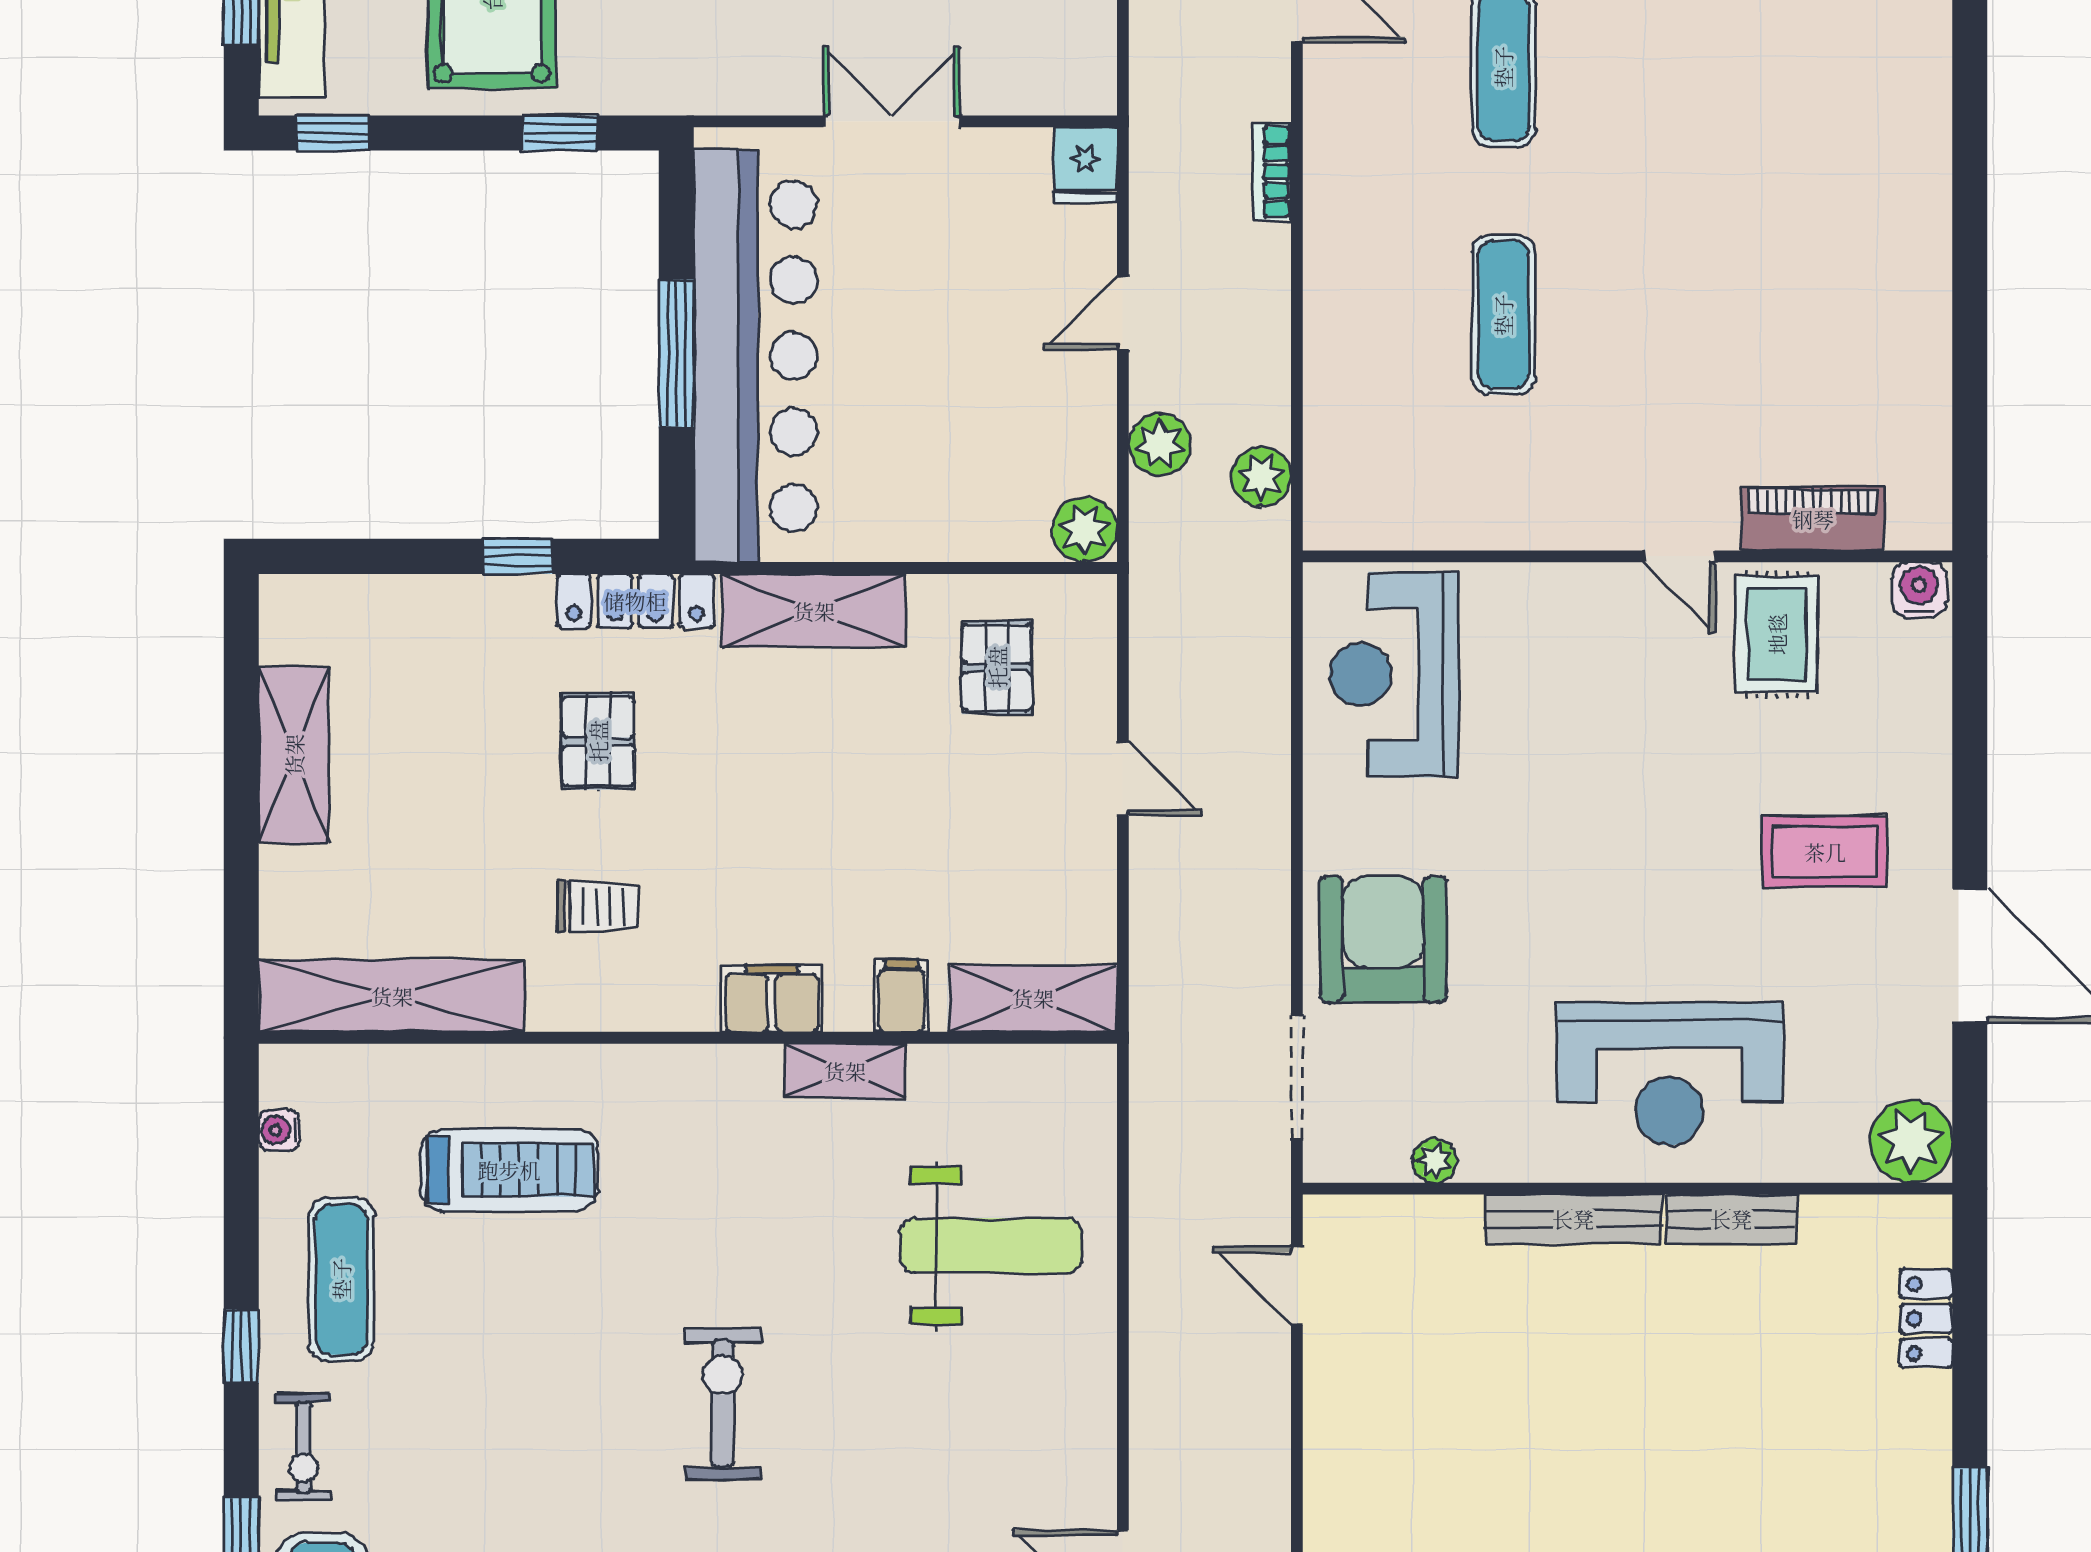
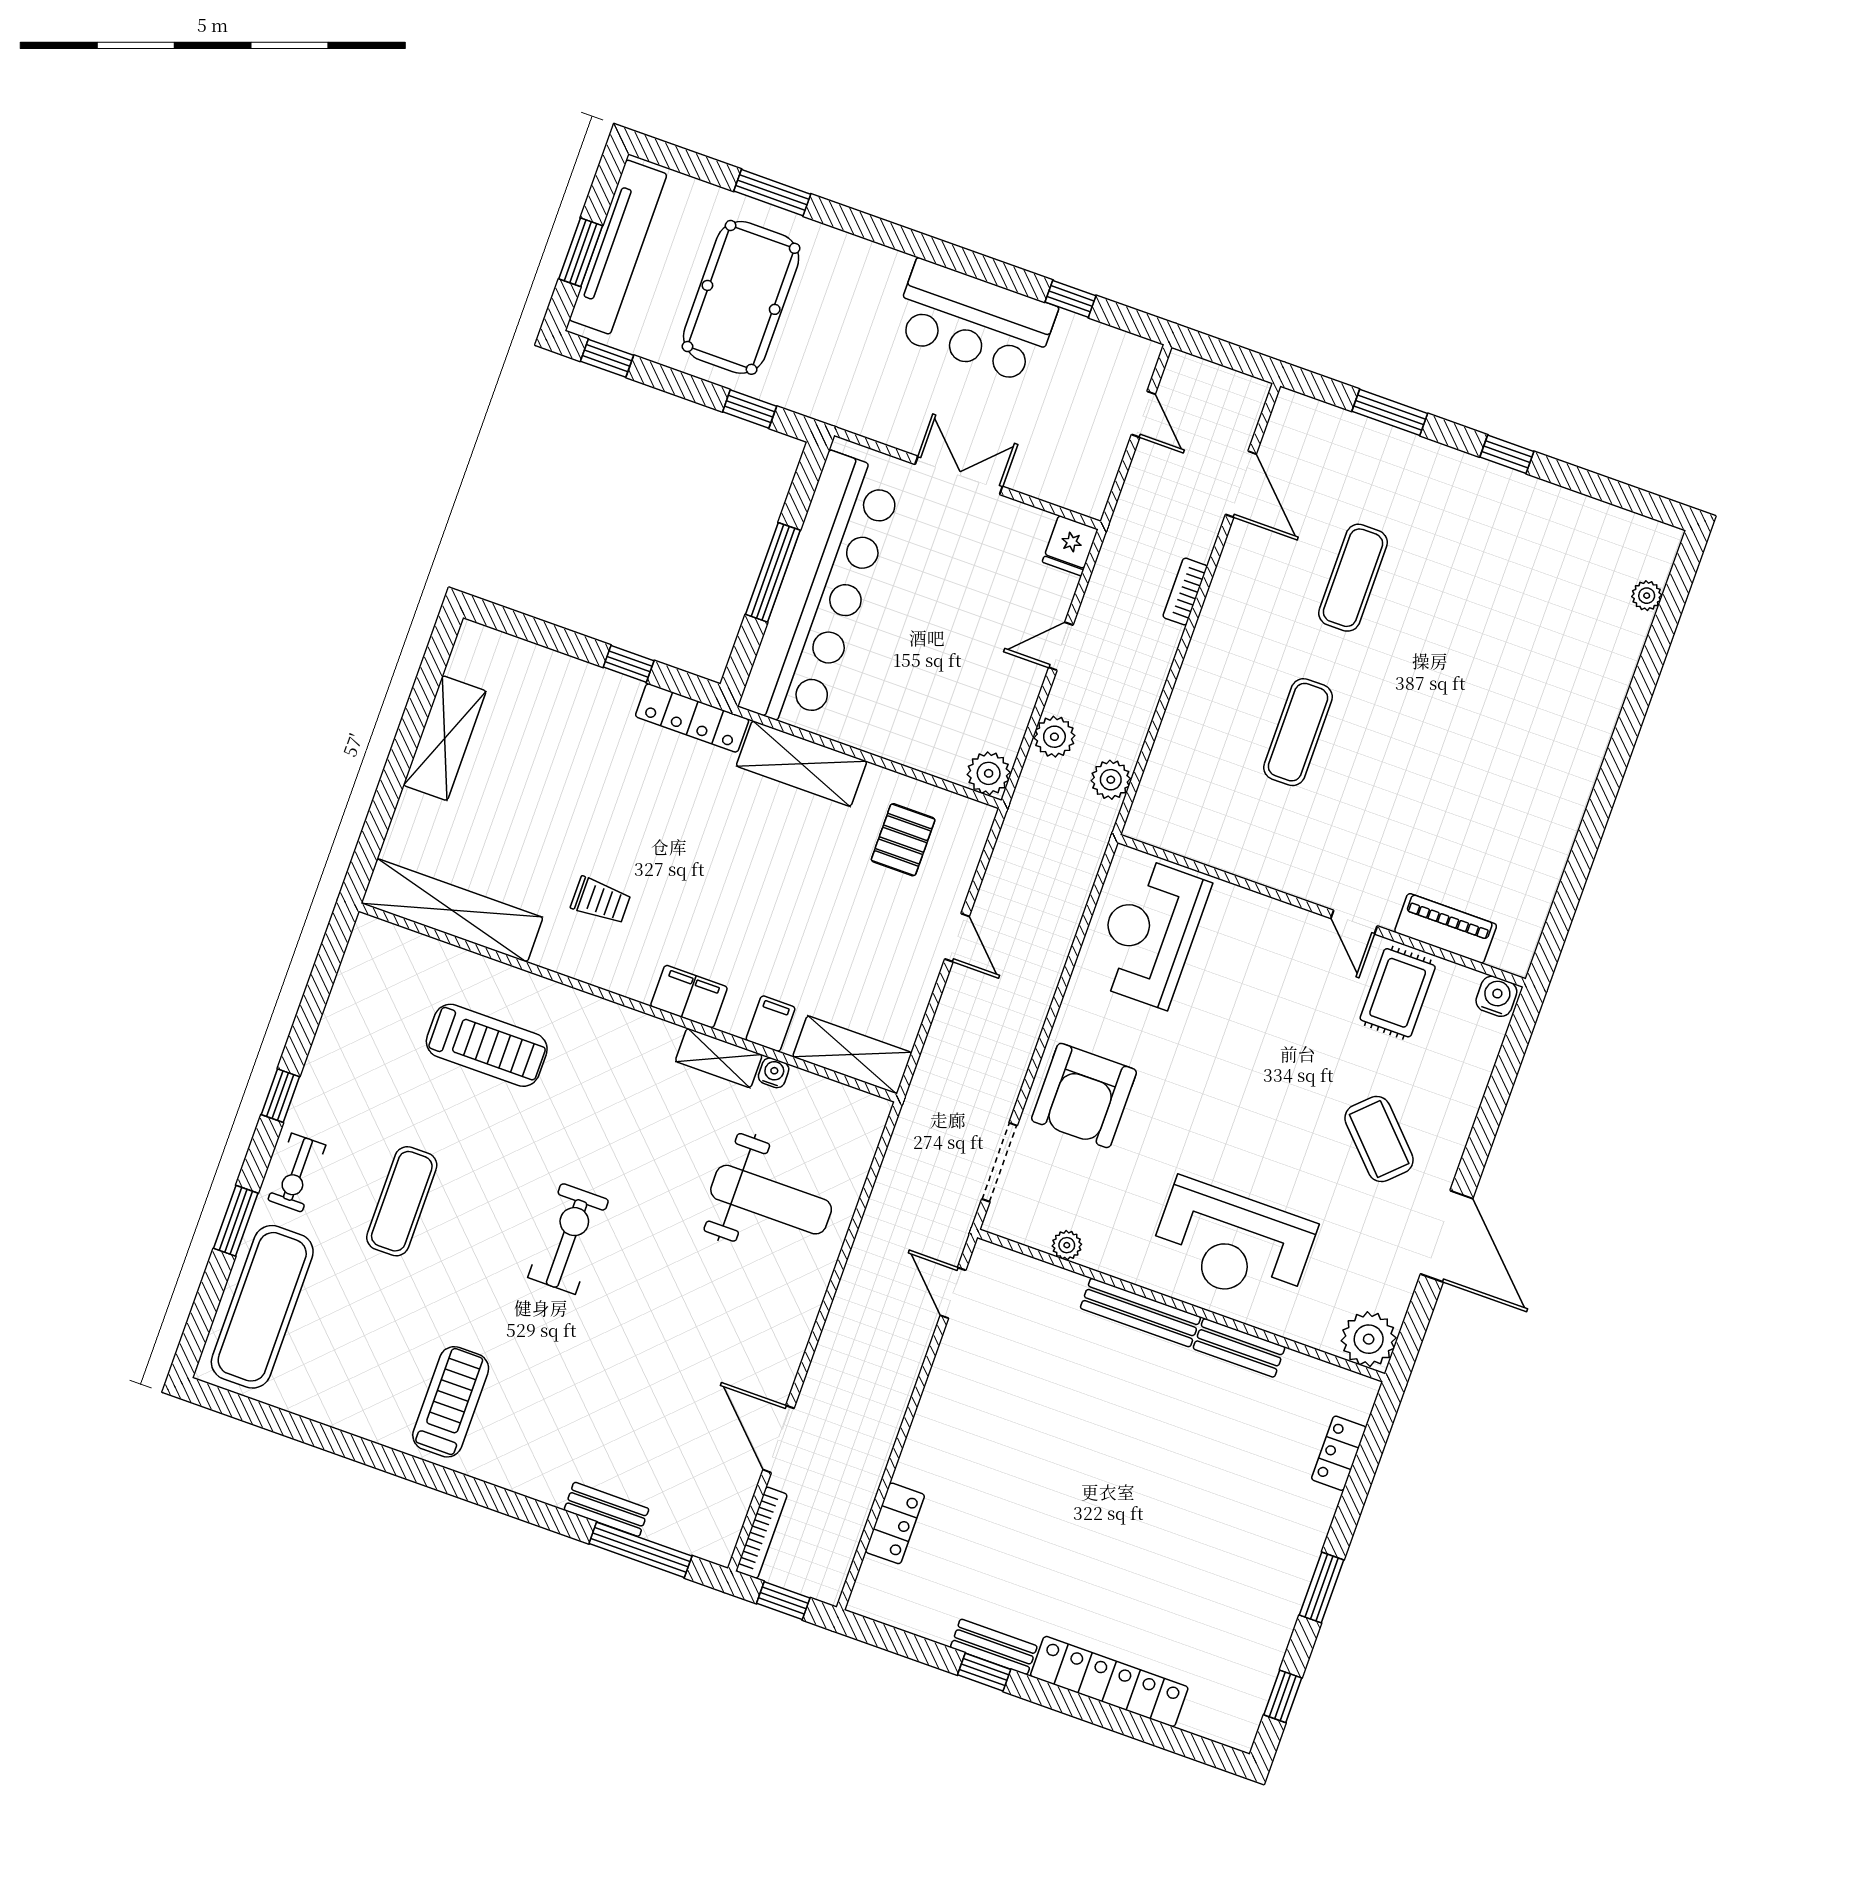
pallet: (598, 741) -> (638, 797), removed
coffee table: (1825, 852) -> (1379, 1139), turned 46
armchair: (1383, 939) -> (1084, 1095), turned 180
water cooler: (279, 1130) -> (774, 1073), moved, turned 90
exercise mat: (341, 1279) -> (402, 1201), moved

